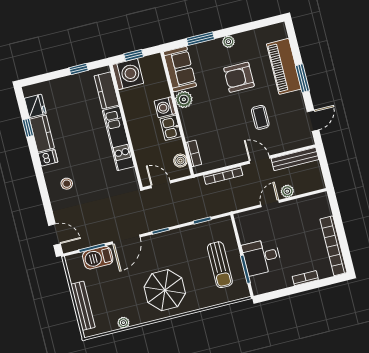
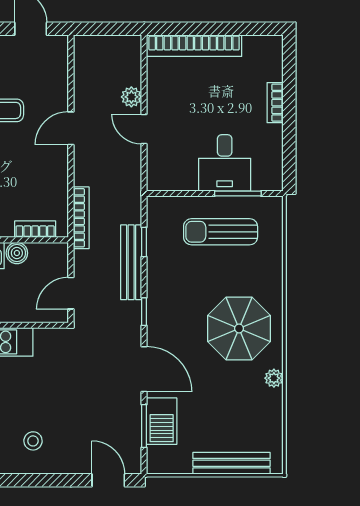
bench: (295, 159) -> (131, 262), moved
boiler: (180, 161) -> (17, 253), moved
bookcase: (223, 175) -> (81, 218), moved
door: (54, 235) -> (108, 480), hinge flipped
bookcase: (333, 246) -> (194, 46), moved
sun lounger: (220, 265) -> (221, 232), turned 180
plant: (123, 323) -> (274, 378), moved

